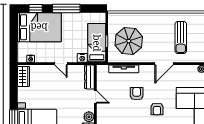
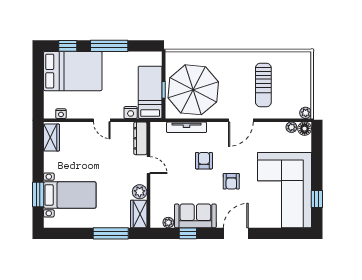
parasol: (129, 41) -> (193, 90), width x1.36, depth x1.36

